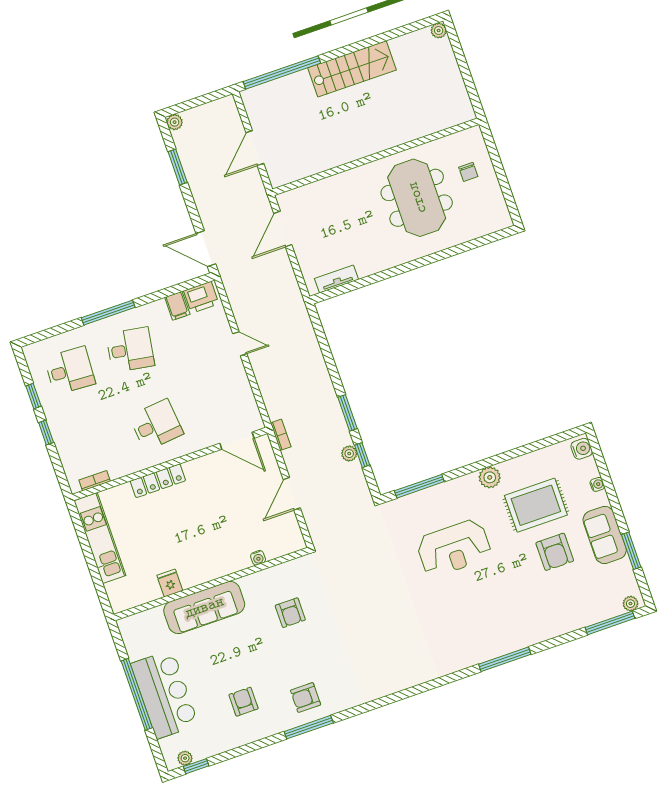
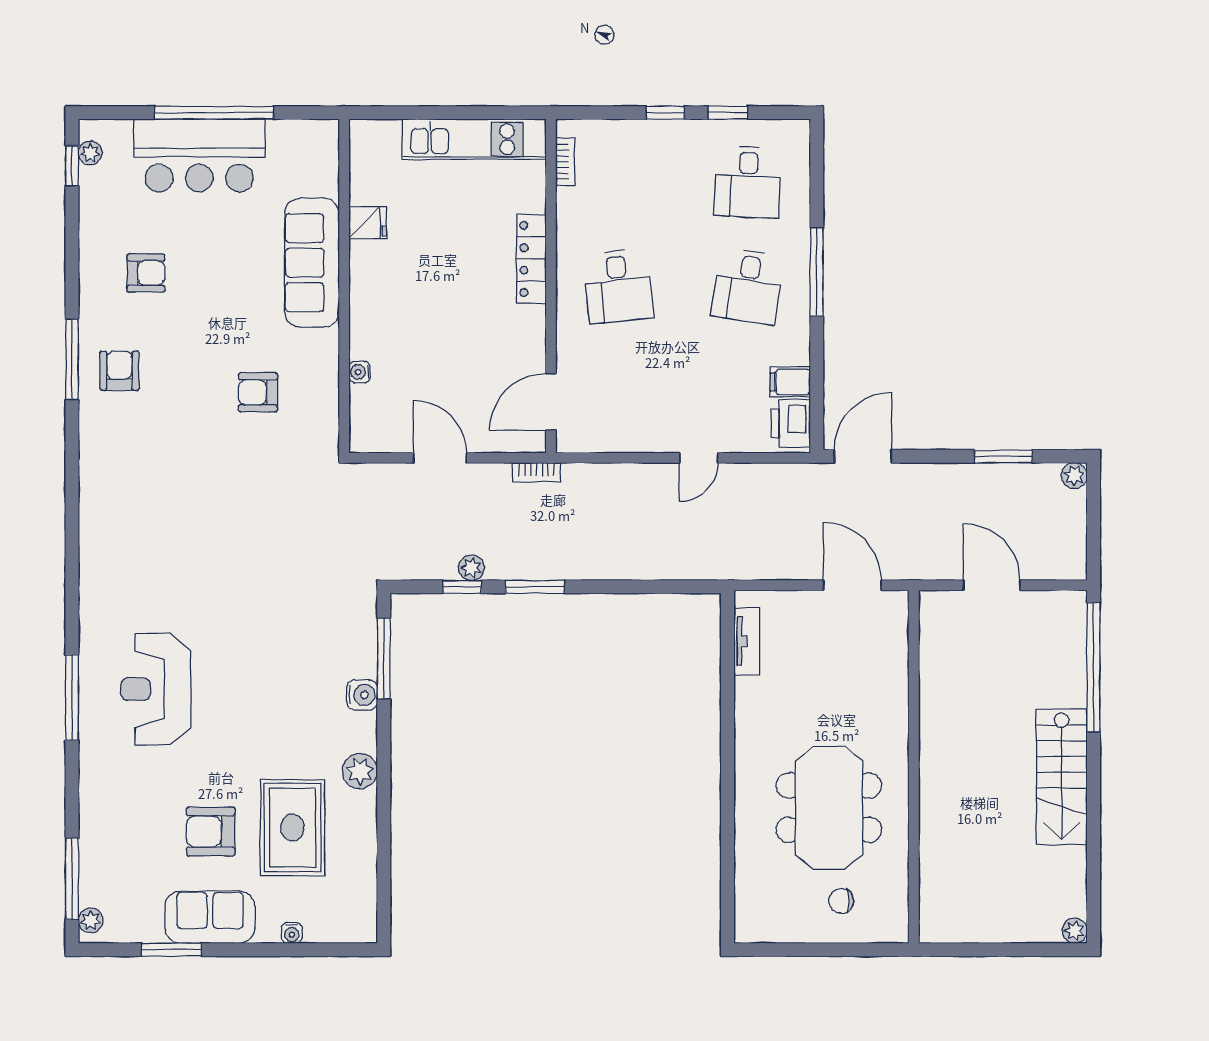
meeting table: (417, 198) -> (829, 808), turned 90
water cooler: (582, 449) -> (362, 695), moved, turned -90
reception desk: (454, 548) -> (156, 689), moved

